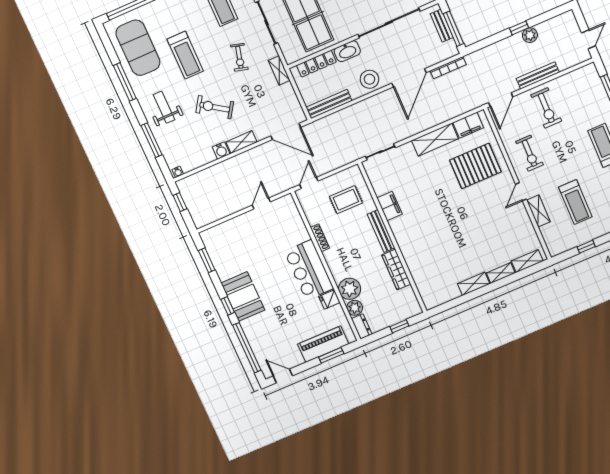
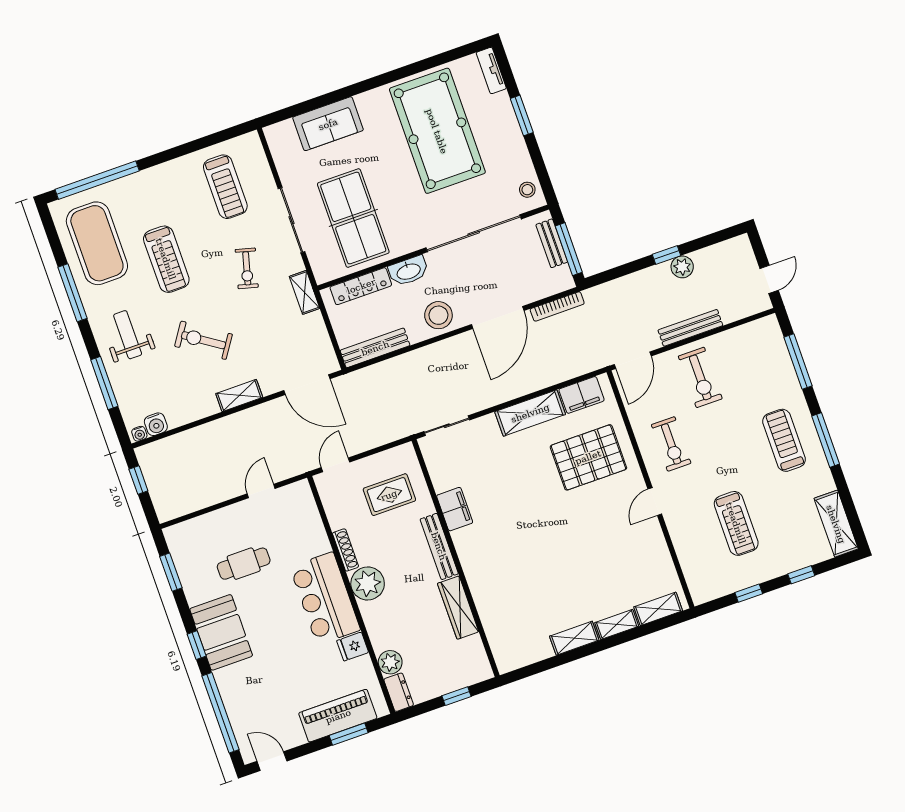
water cooler: (221, 150) -> (156, 424), moved
shelving: (538, 211) -> (679, 533), removed
cafe table: (254, 251) -> (244, 564), added
plant: (350, 289) -> (368, 584), moved

